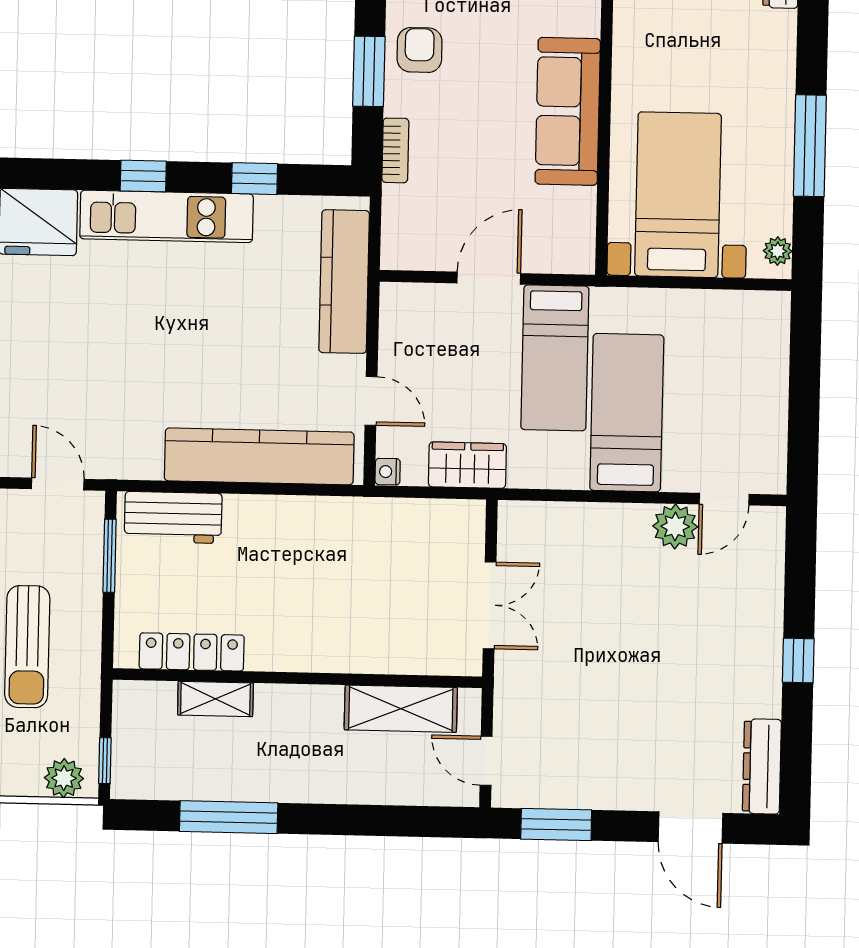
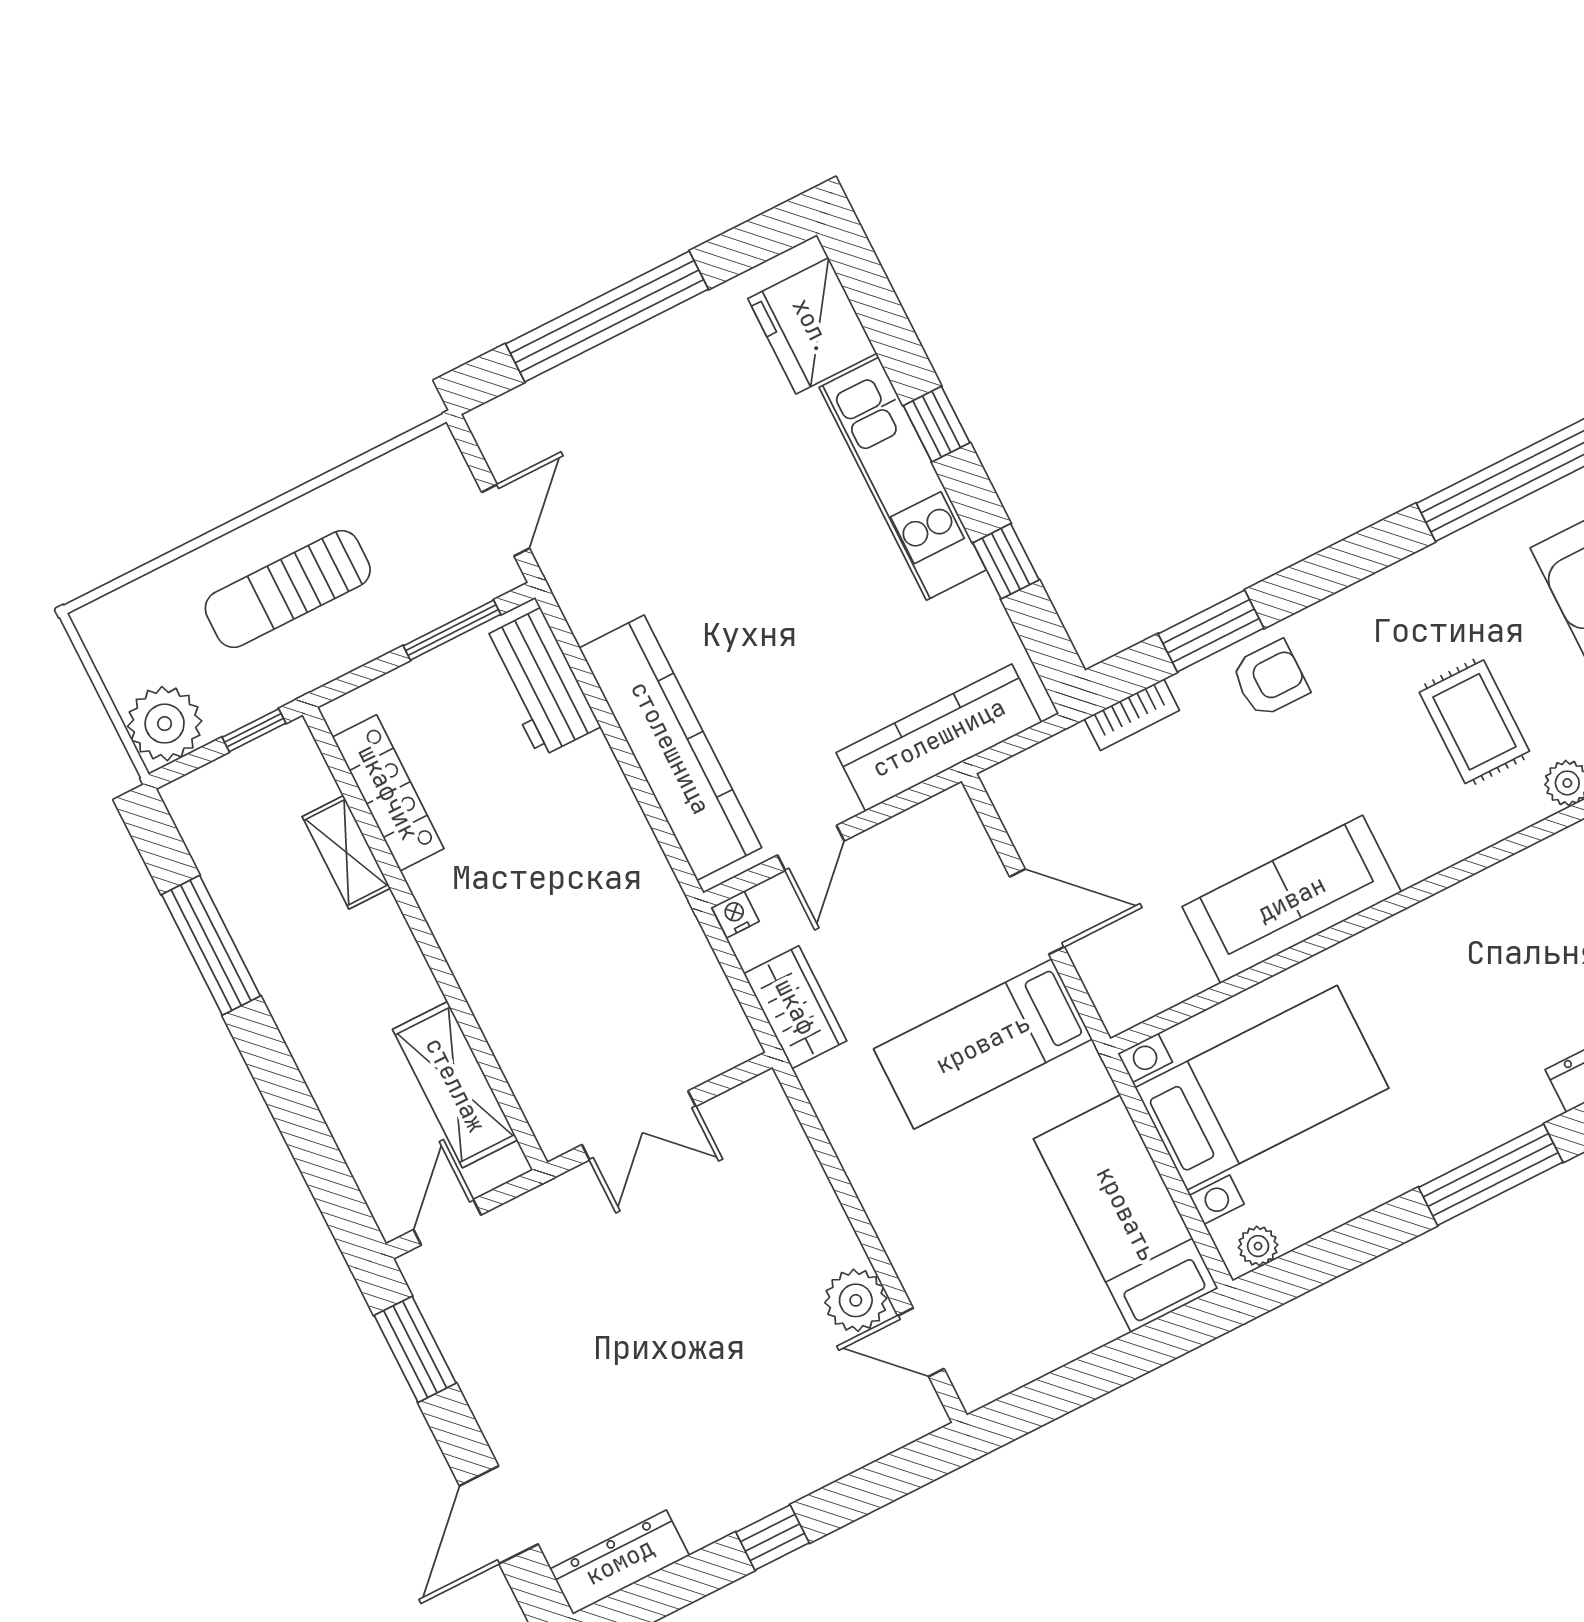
window: (810, 146) -> (1491, 1175), moved
bed: (627, 413) -> (1126, 1214), moved, turned -90
window: (105, 761) -> (254, 730), moved
plant: (64, 778) -> (165, 724), width x1.36, depth x1.36

